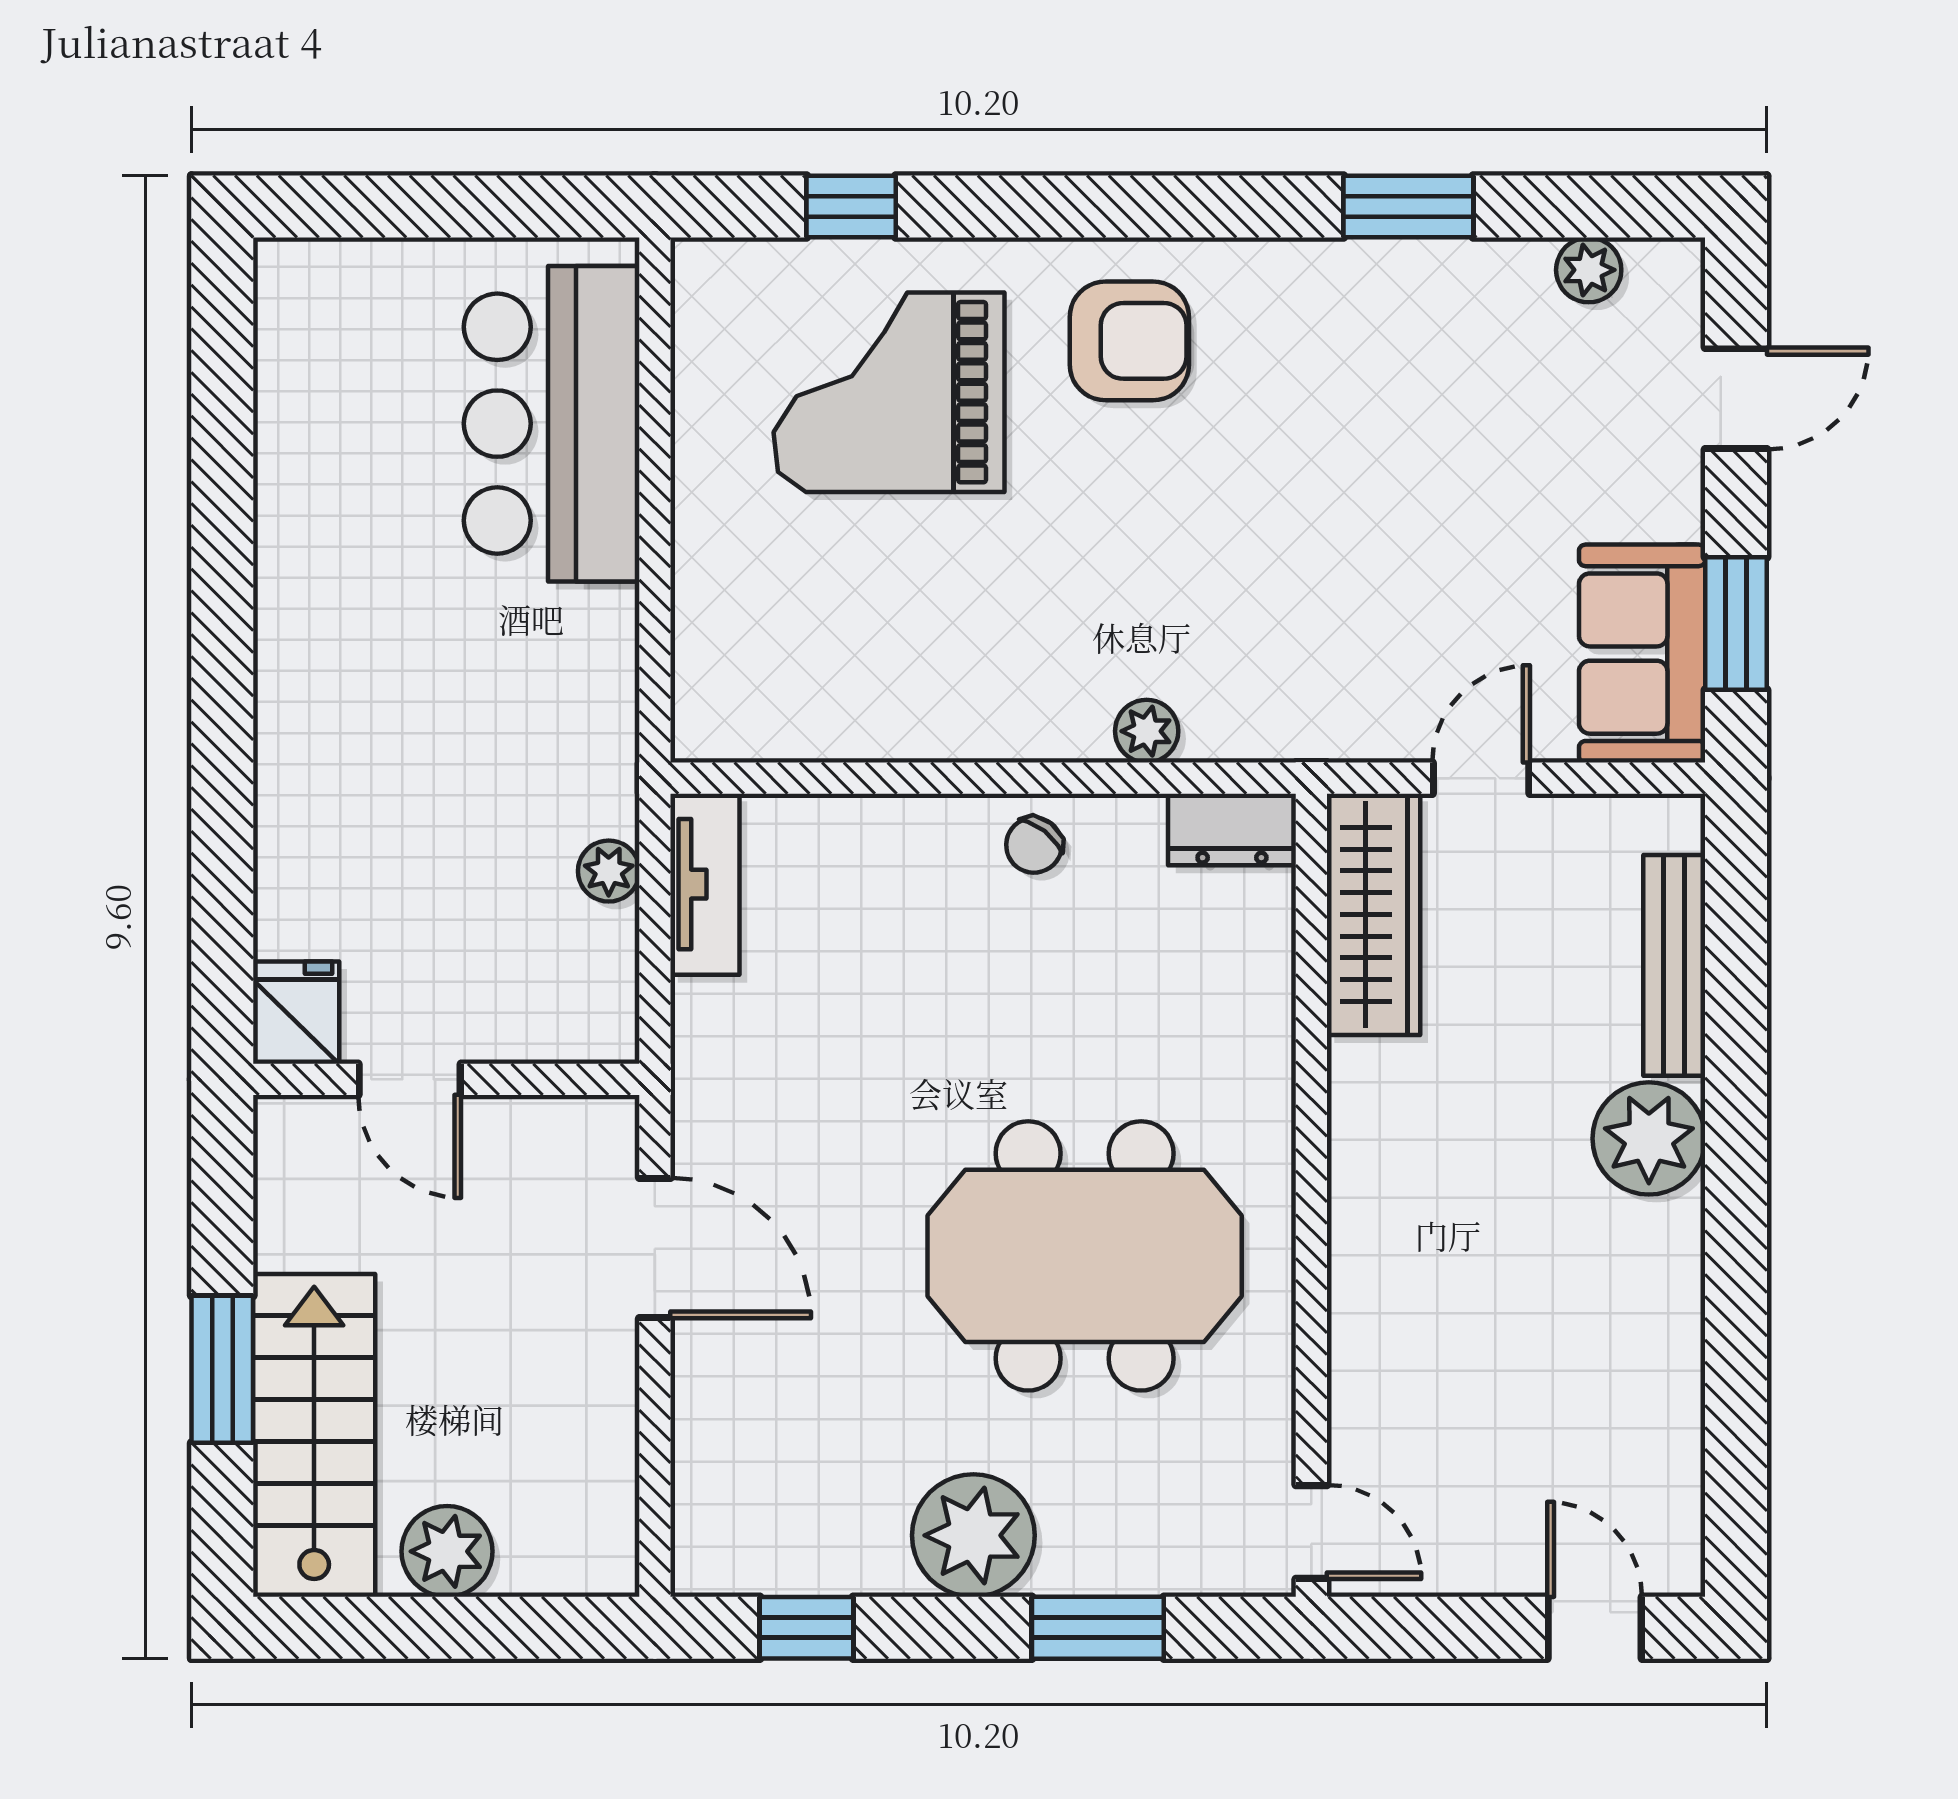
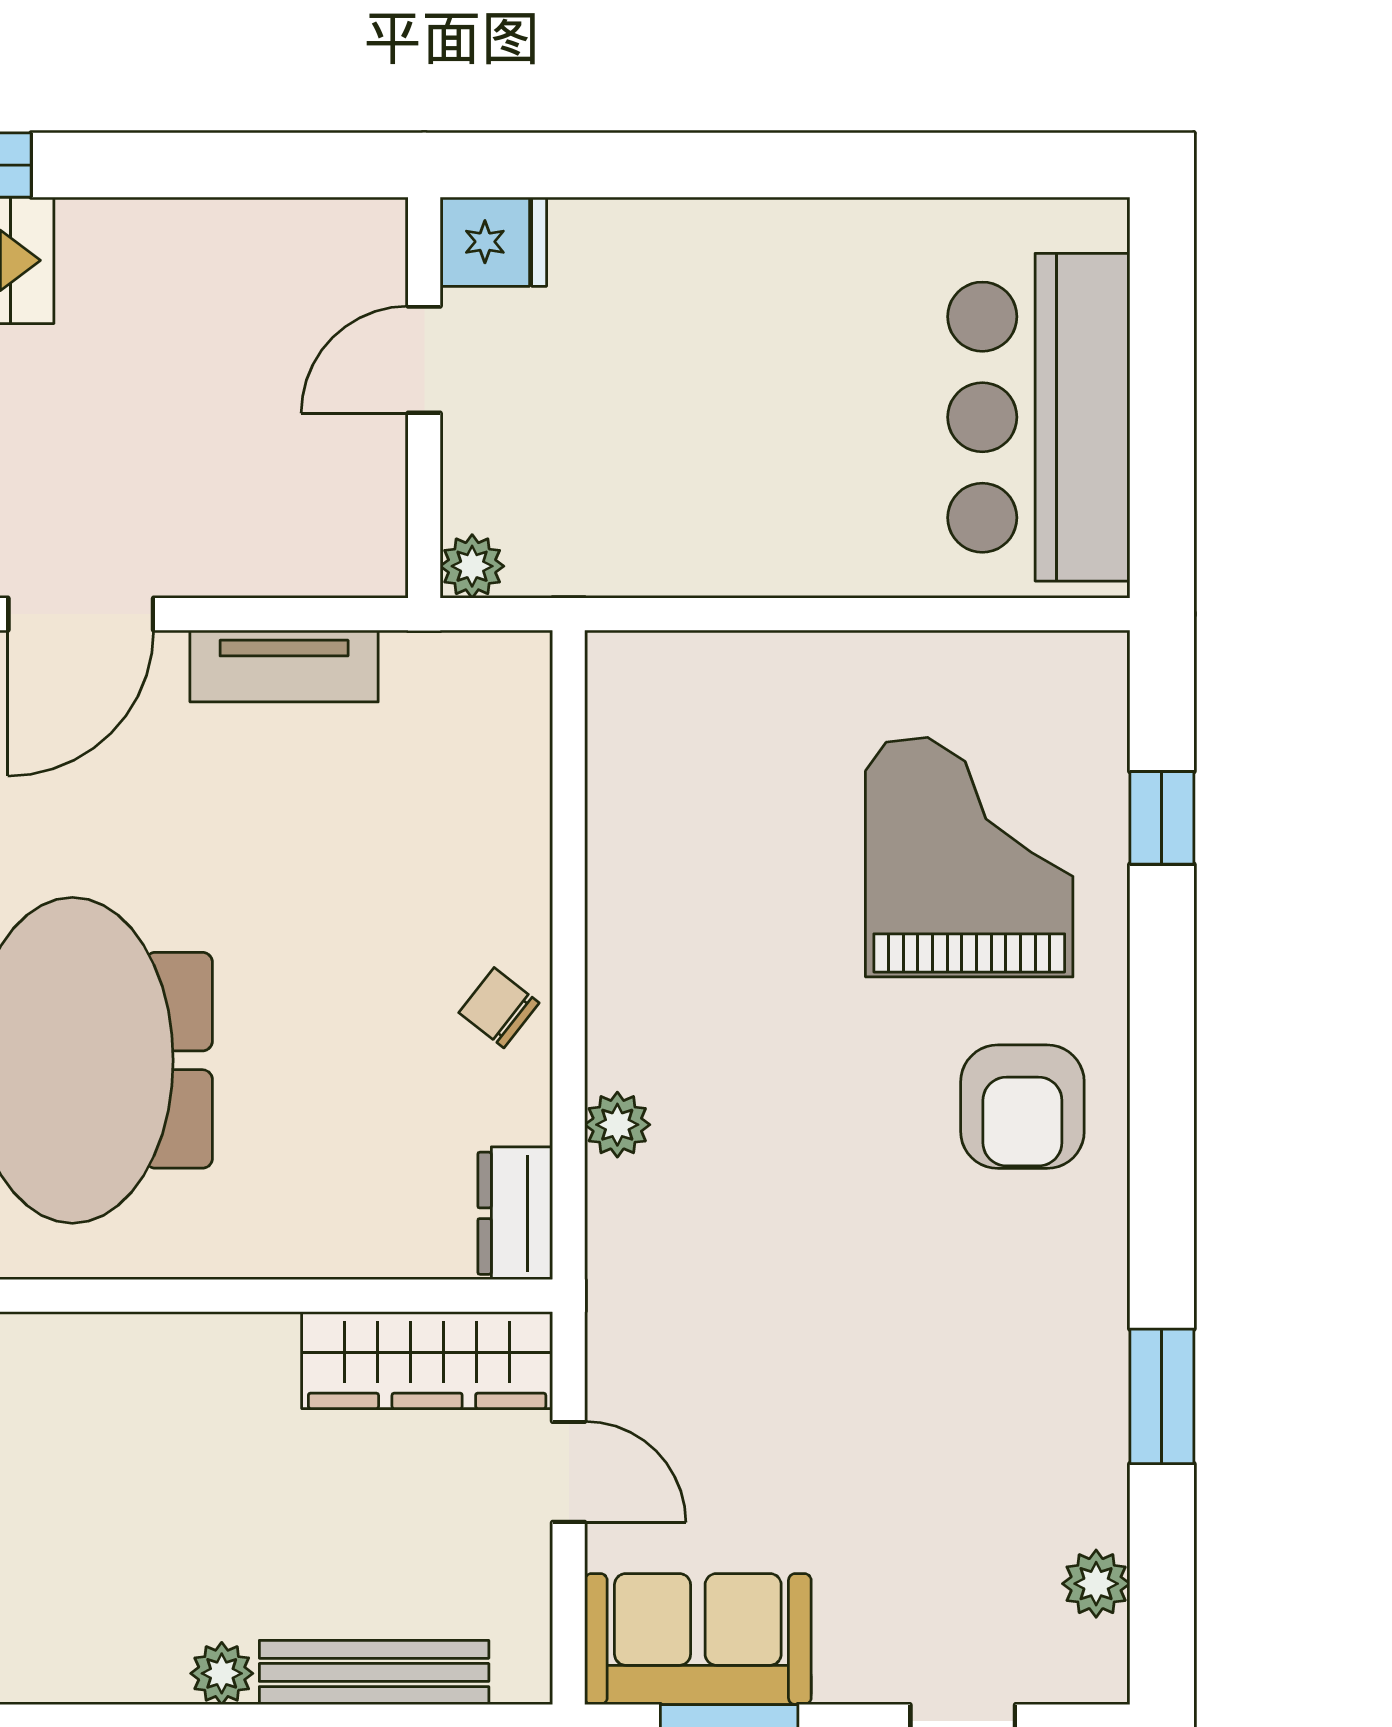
bar counter: (552, 424) -> (1039, 417), moved, turned -90
tv unit: (705, 884) -> (284, 666), moved
fridge: (296, 1013) -> (493, 242), moved
door: (410, 1079) -> (424, 360), moved
wall: (446, 1079) -> (424, 398), moved
plant: (1649, 1138) -> (222, 1673), width x0.53, depth x0.53

